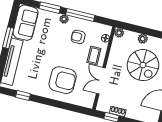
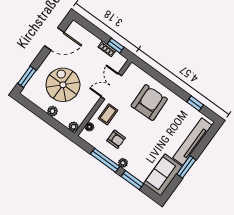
armchair: (63, 80) -> (149, 103), turned 88
double door: (101, 81) -> (111, 86), swing flipped

